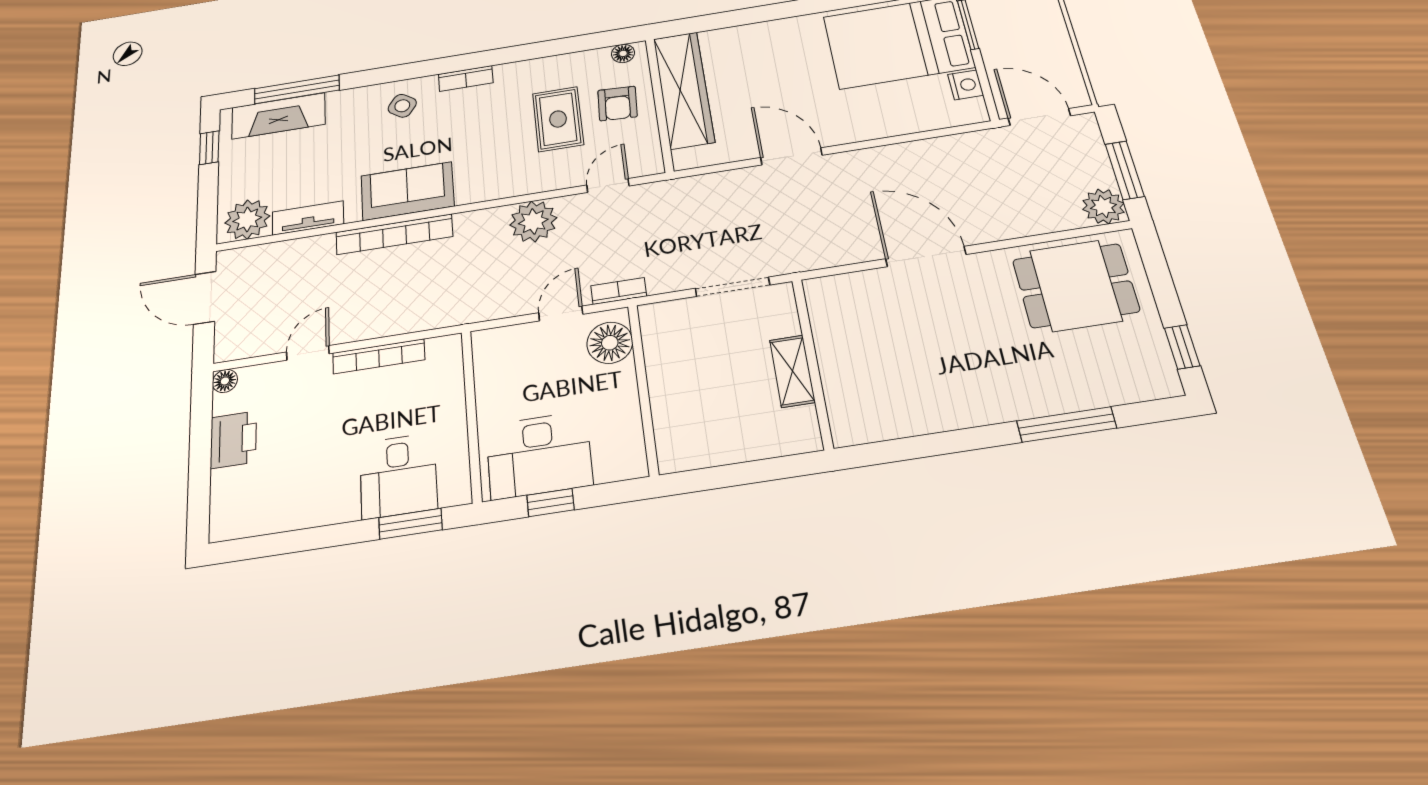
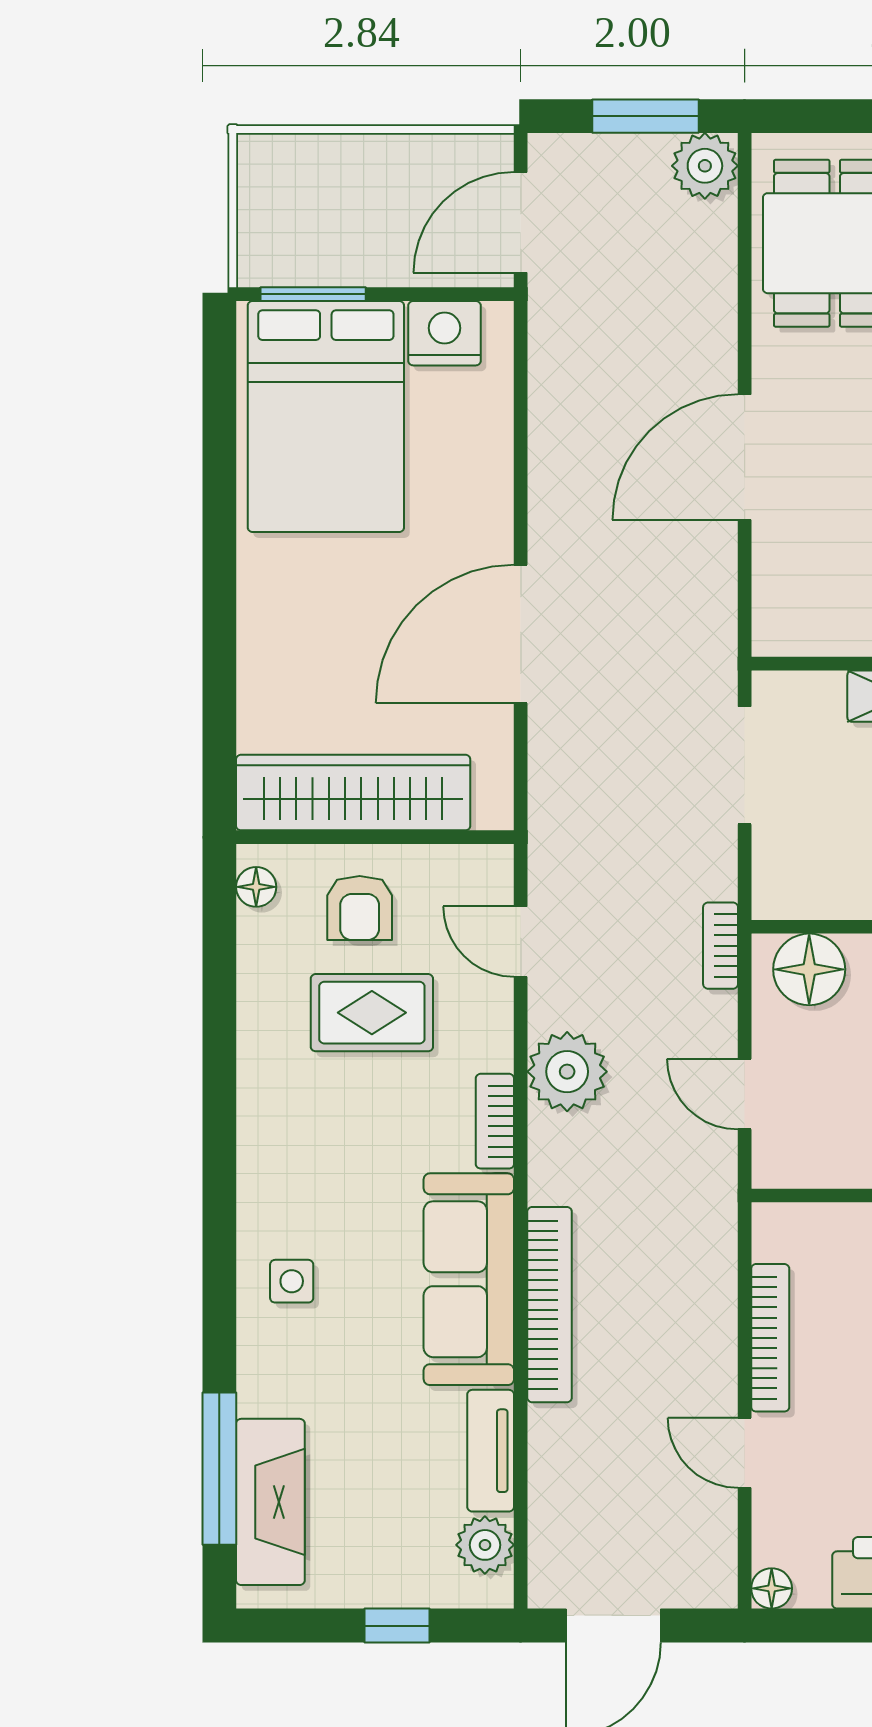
bookcase: (466, 78) -> (495, 1121), moved, turned 180
nightstand: (966, 85) -> (445, 333), width x1.36, depth x1.33
armchair: (618, 104) -> (360, 908), turned 87
side table: (402, 106) -> (292, 1281), turned -35
window: (209, 148) -> (397, 1626), moved
door: (791, 156) -> (521, 634), width x1.36
sofa: (407, 191) -> (469, 1279), width x1.36
plant: (247, 219) -> (485, 1545), width x0.73, depth x0.73
door: (561, 313) -> (745, 1094), moved

